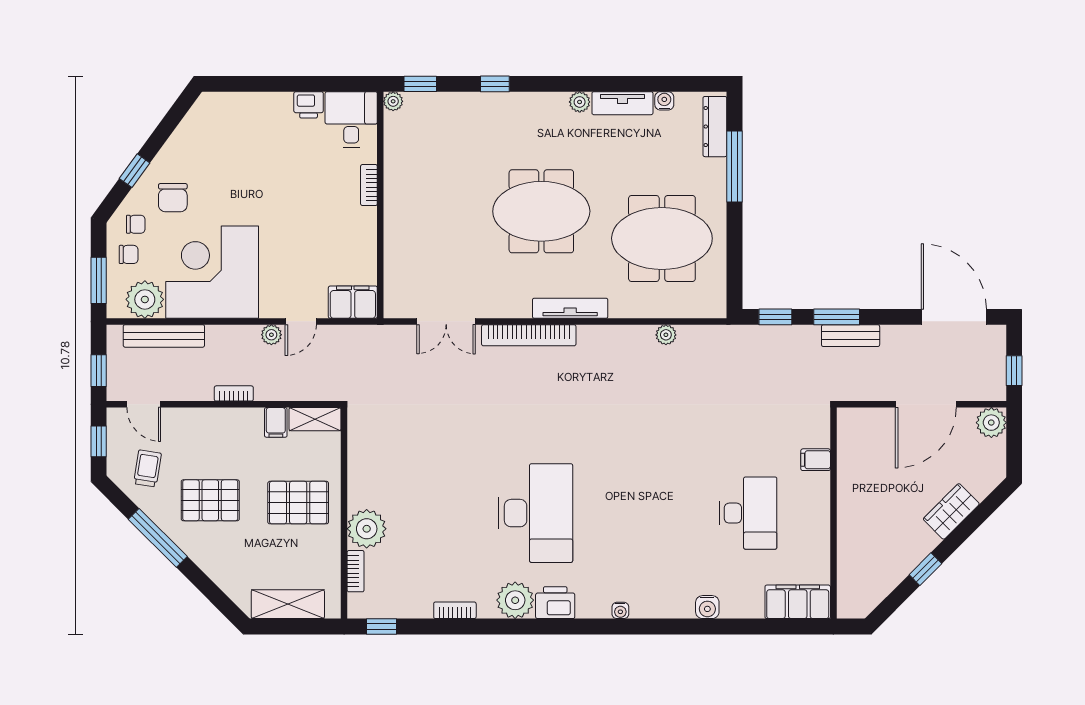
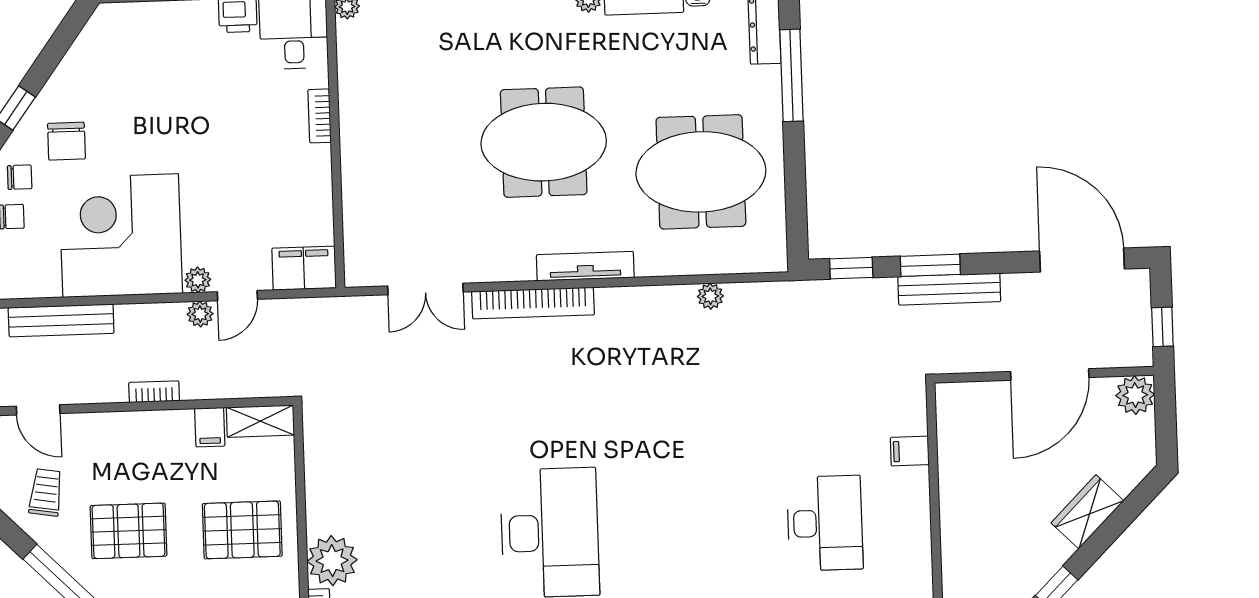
plant: (145, 299) -> (198, 280), moved, width x0.53, depth x0.53
bench: (851, 336) -> (949, 289), width x1.36

